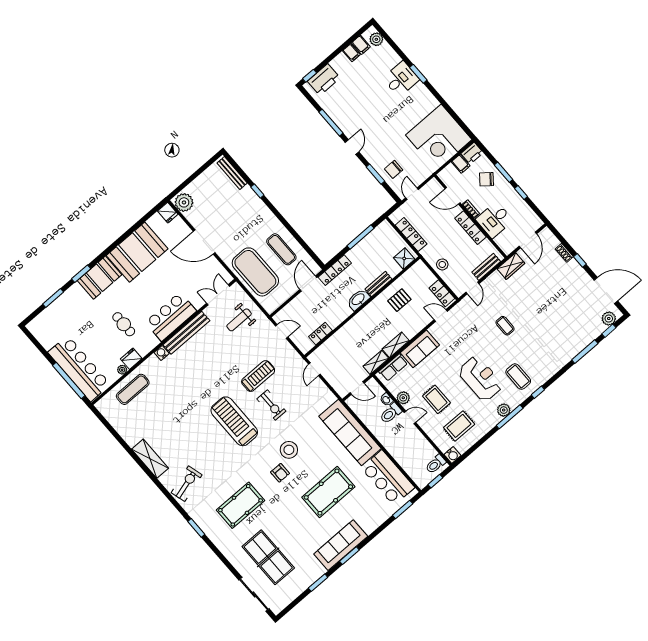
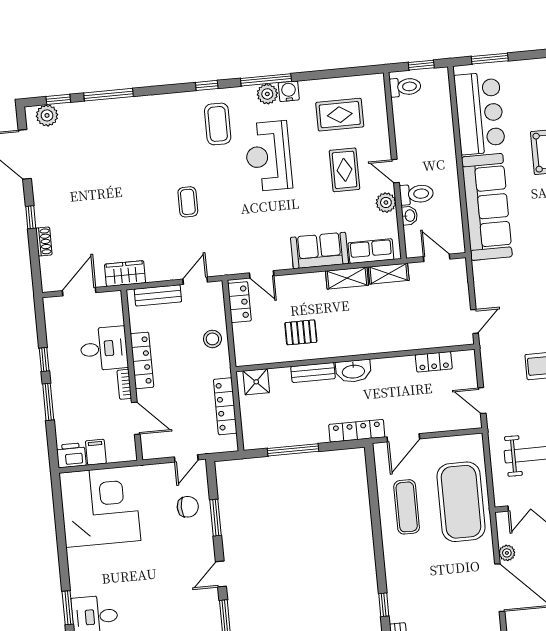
chair: (487, 179) -> (77, 408), removed
plant: (213, 262) -> (507, 553), added
water cooler: (452, 455) -> (289, 91), moved

